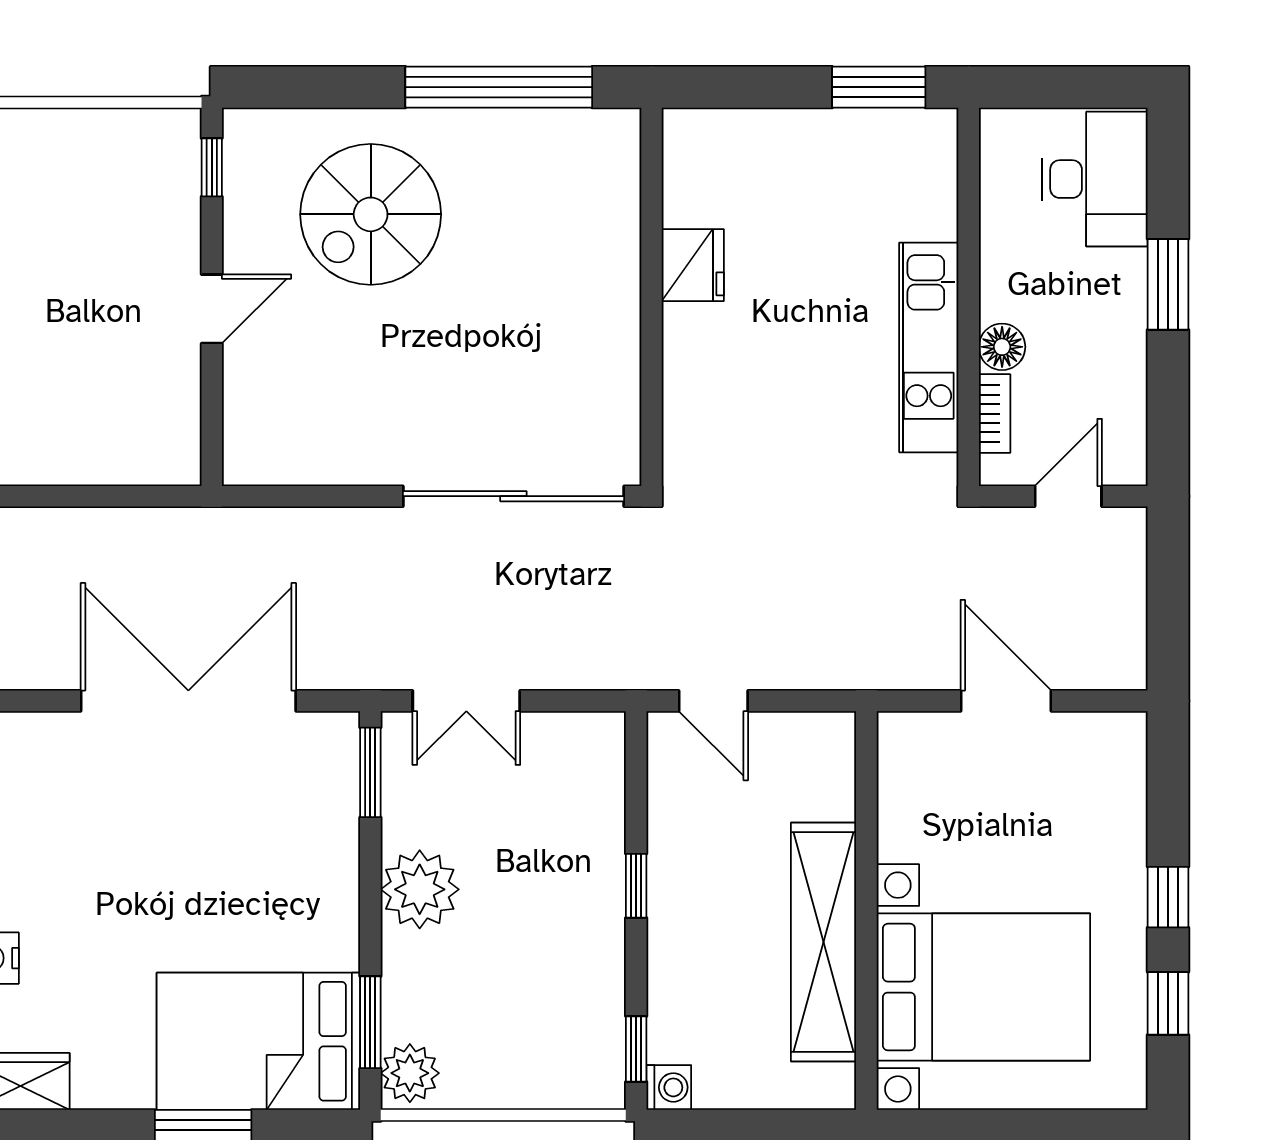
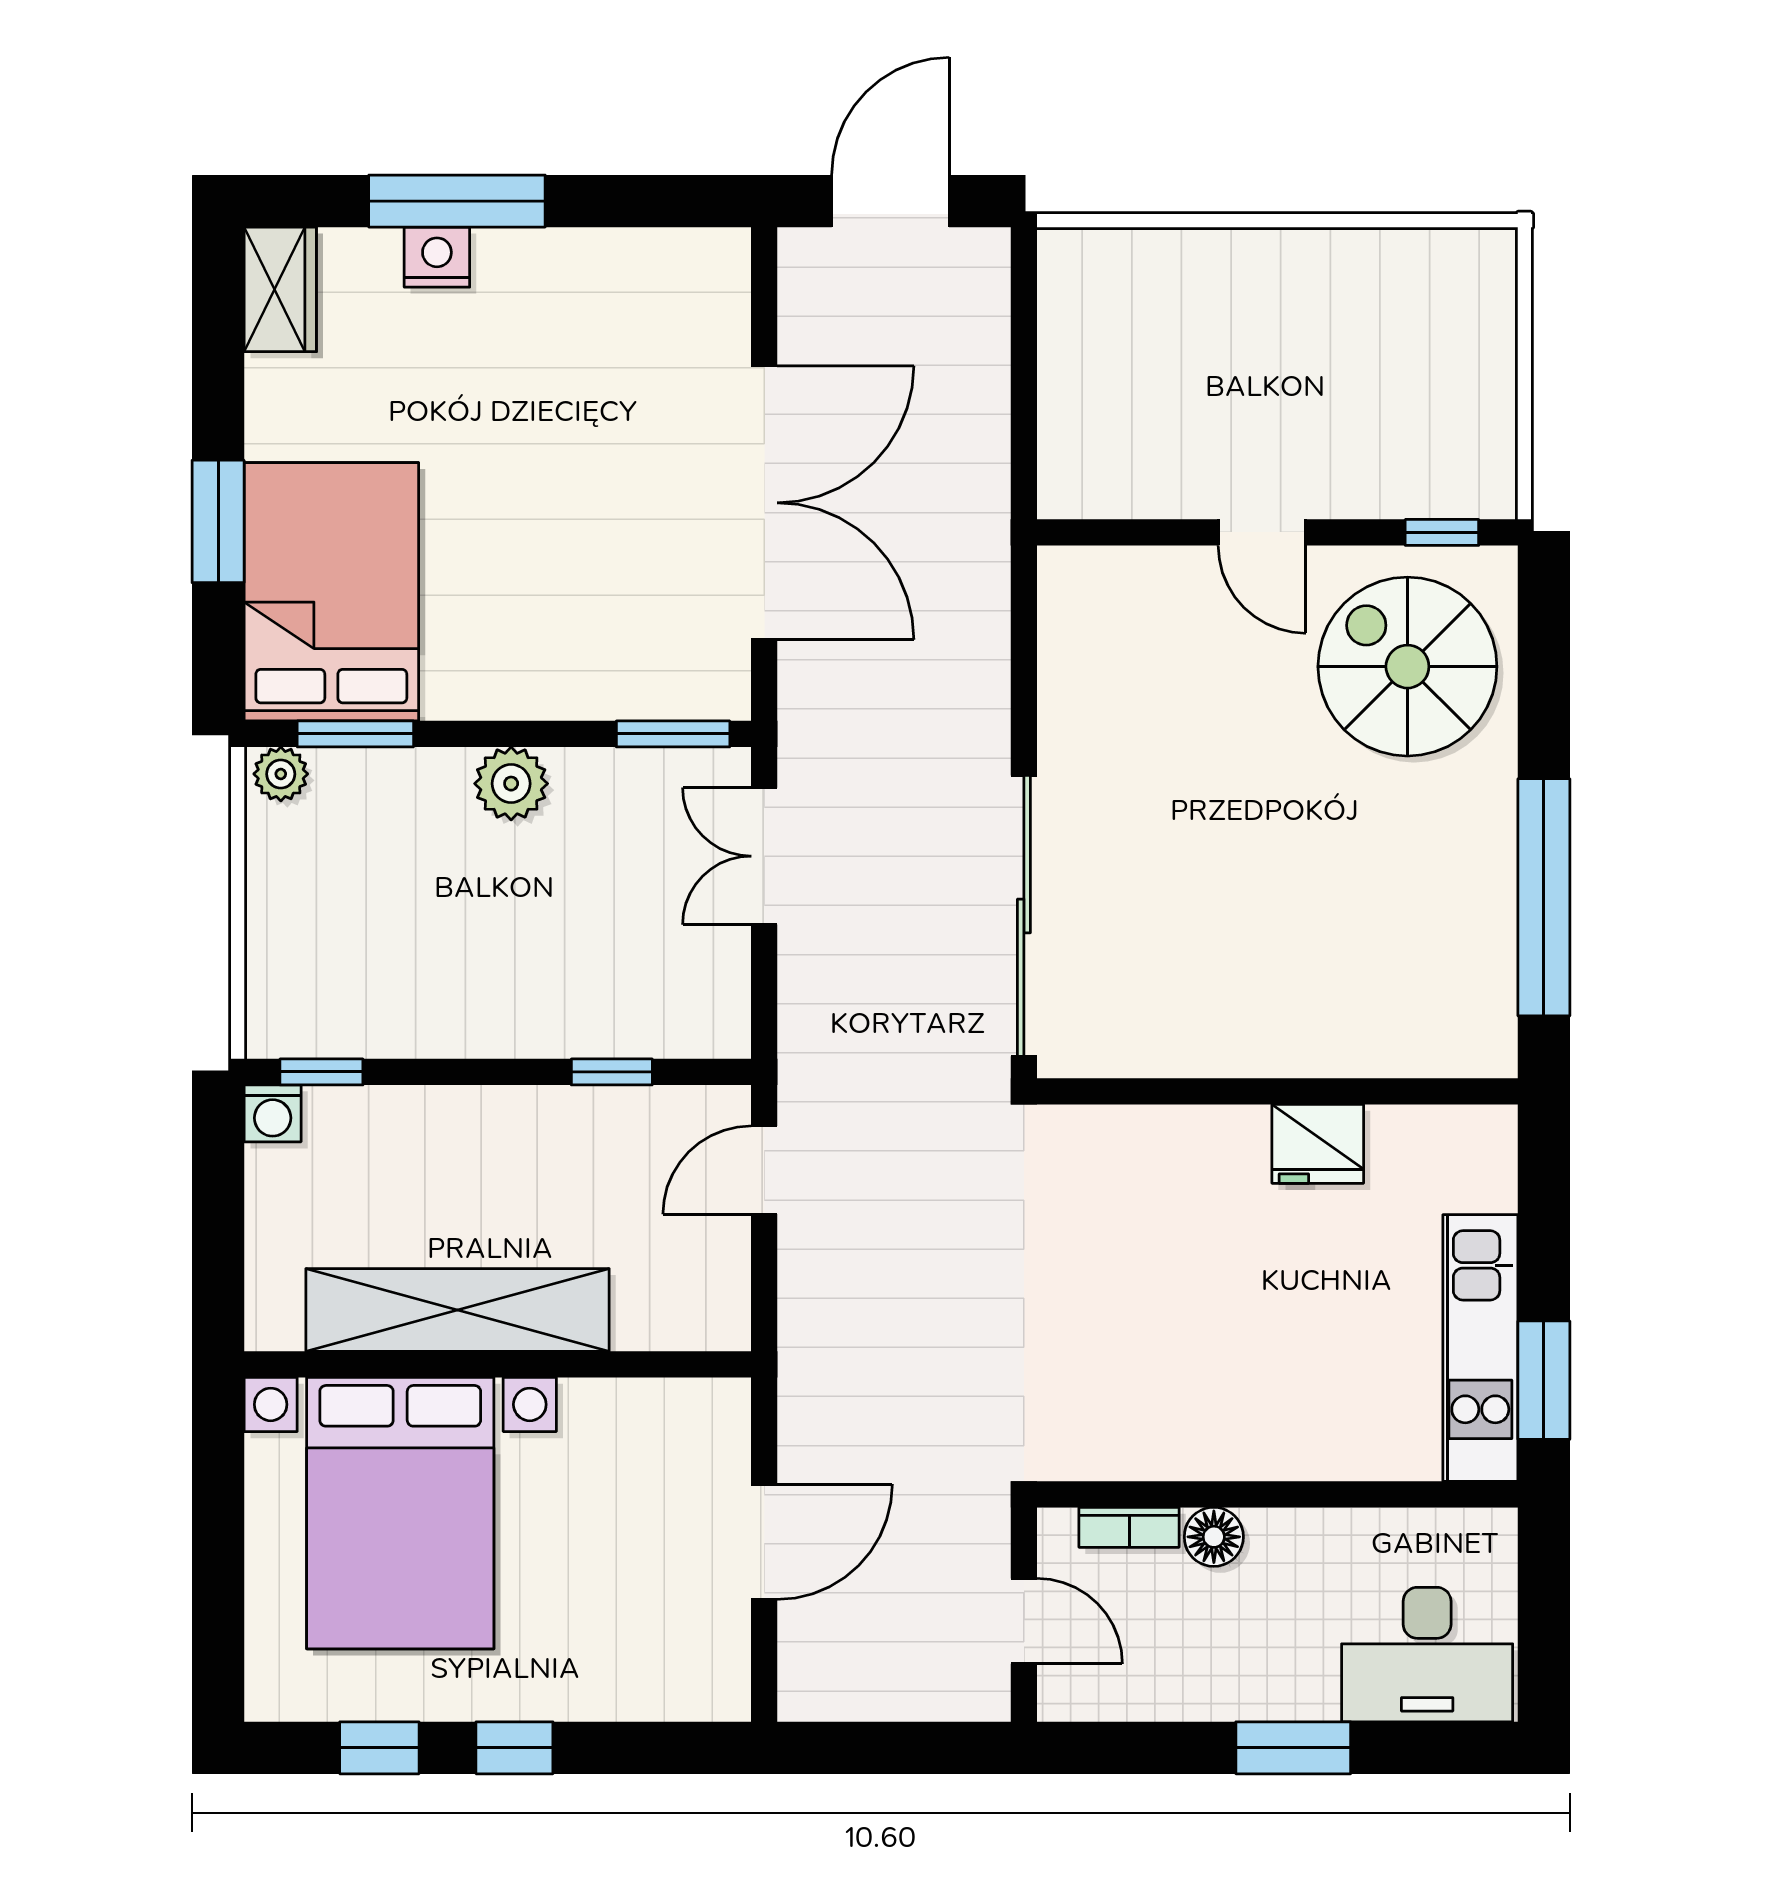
spiral stairs: (371, 214) -> (1407, 667), moved
kitchen unit: (929, 347) -> (1480, 1348), moved, turned -90
window: (636, 886) -> (612, 1072), moved
plant: (420, 889) -> (511, 784), width x0.73, depth x0.73
plant: (410, 1073) -> (281, 774), width x0.73, depth x0.73

